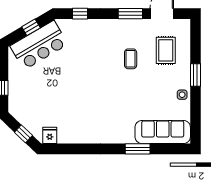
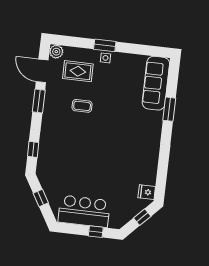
plant: (183, 26) -> (56, 52), added
bar counter: (39, 45) -> (84, 211), moved, turned -60
side table: (182, 95) -> (105, 58), moved

